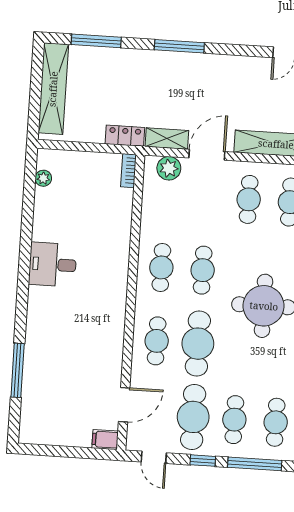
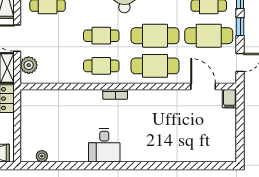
bookcase: (128, 171) -> (115, 94), moved
cafe table: (157, 341) -> (155, 66), width x1.37, depth x1.35
window: (18, 370) -> (183, 166), removed

